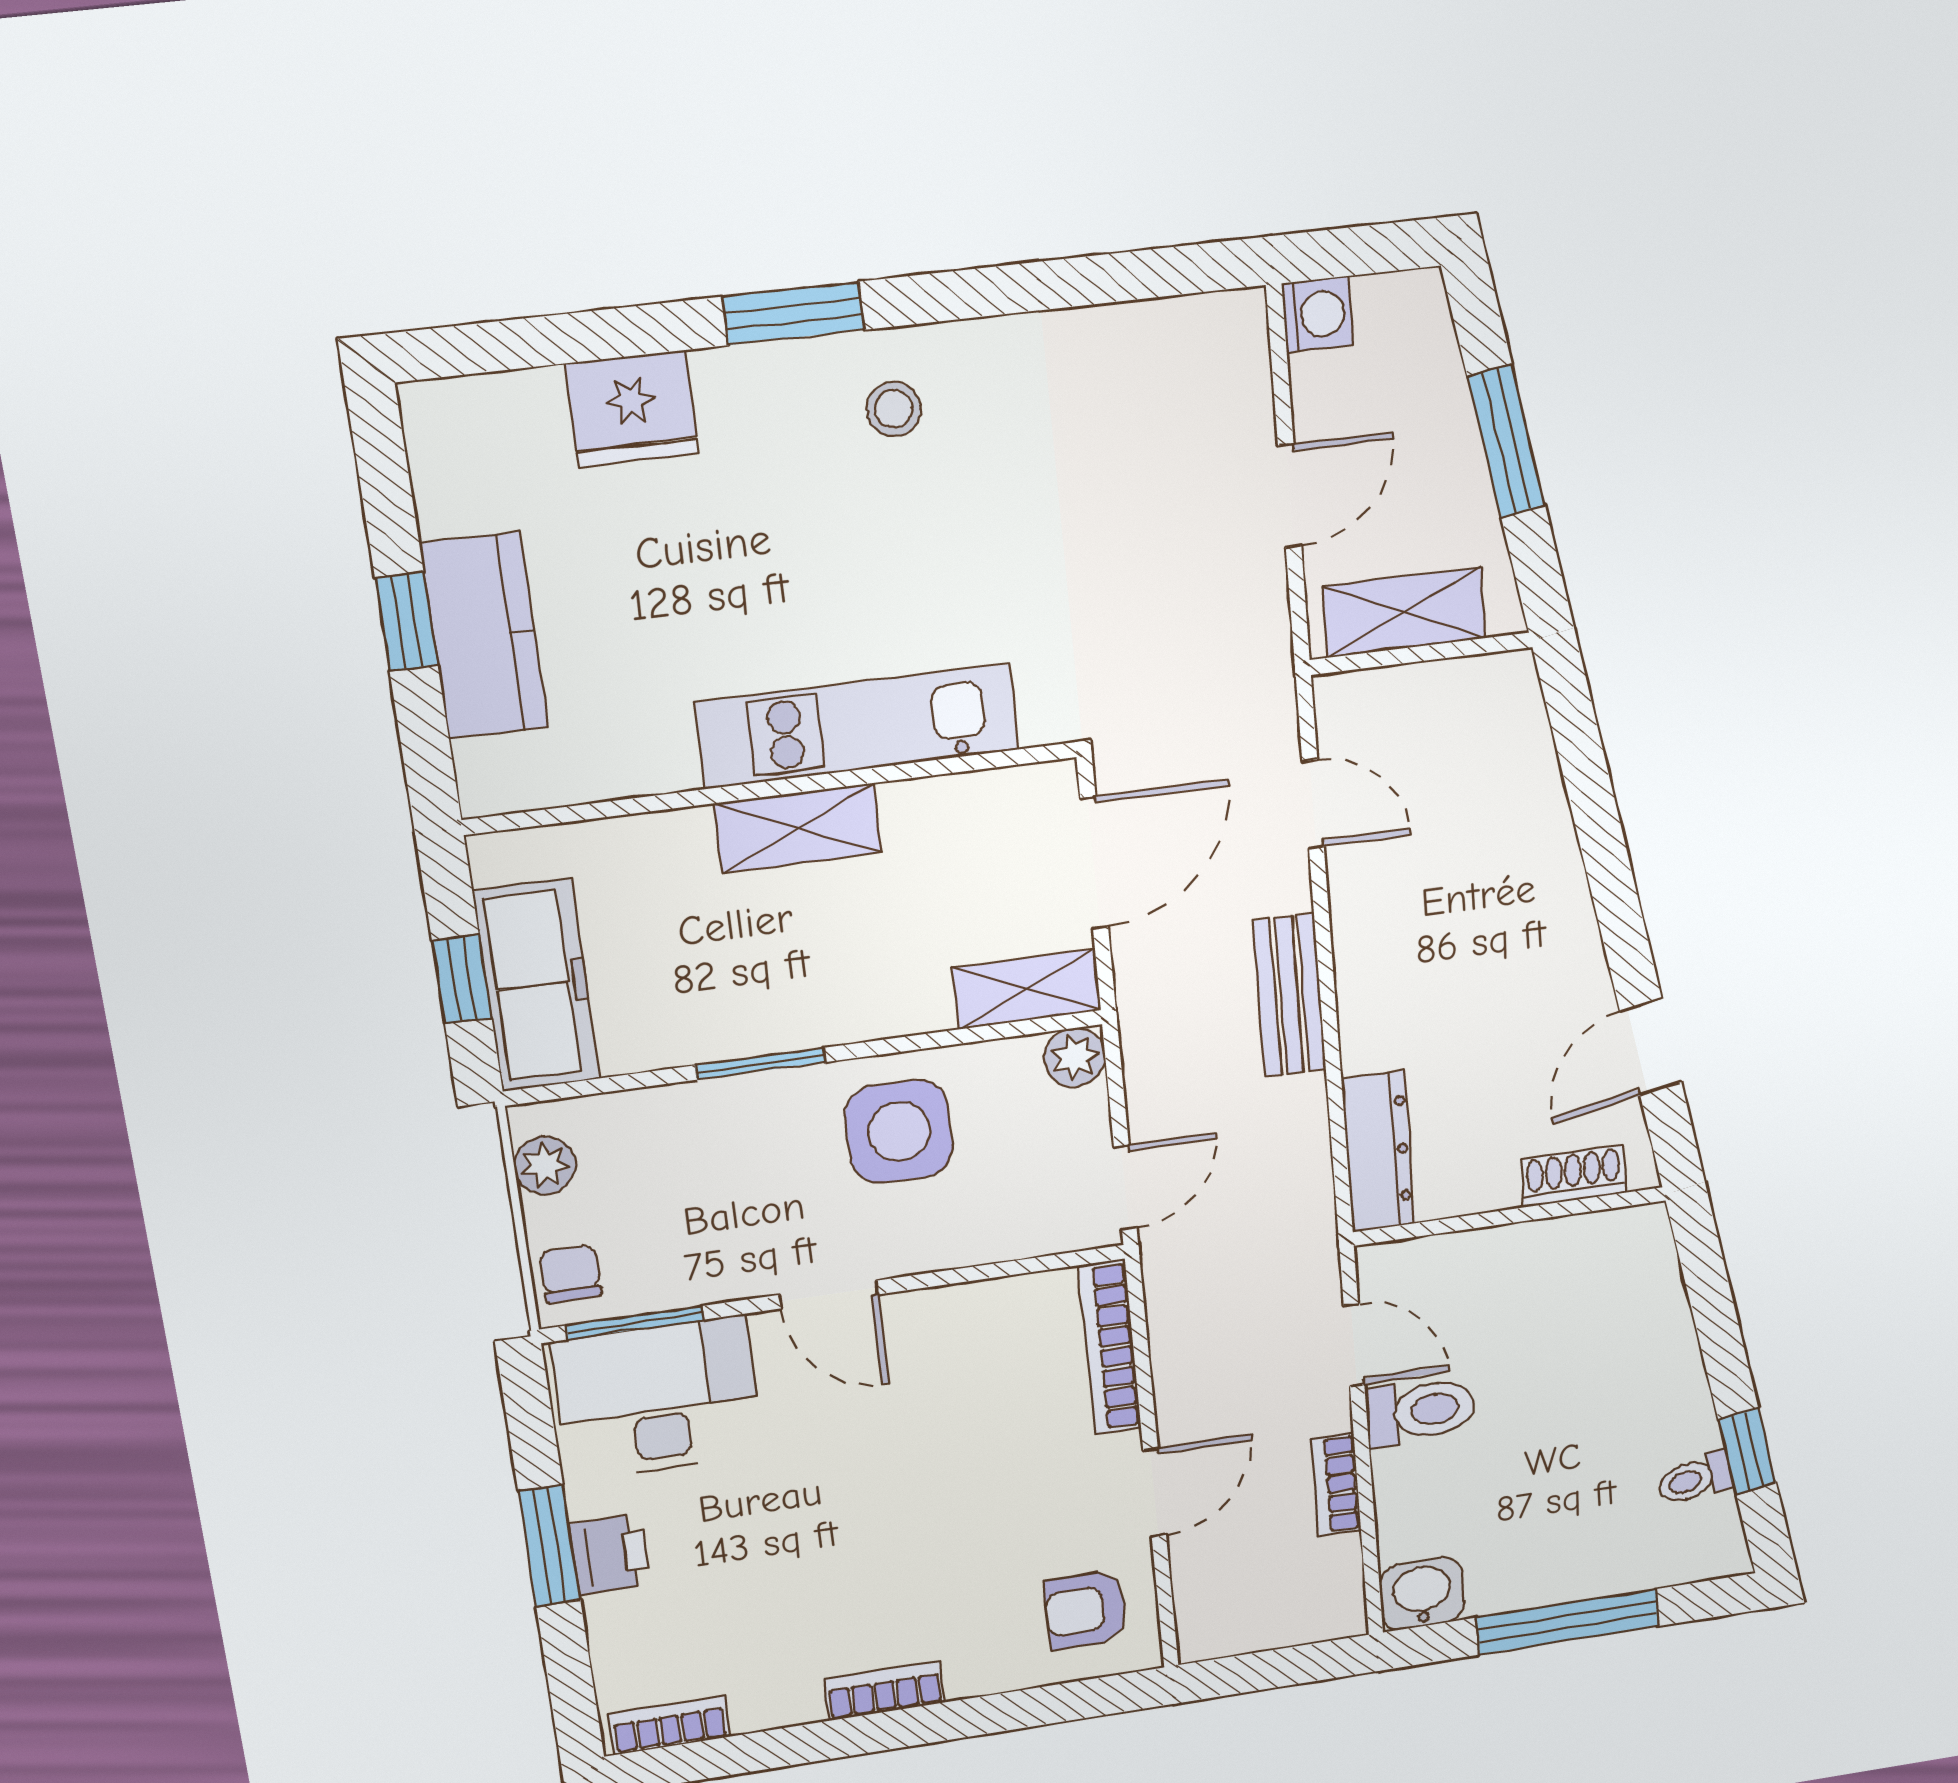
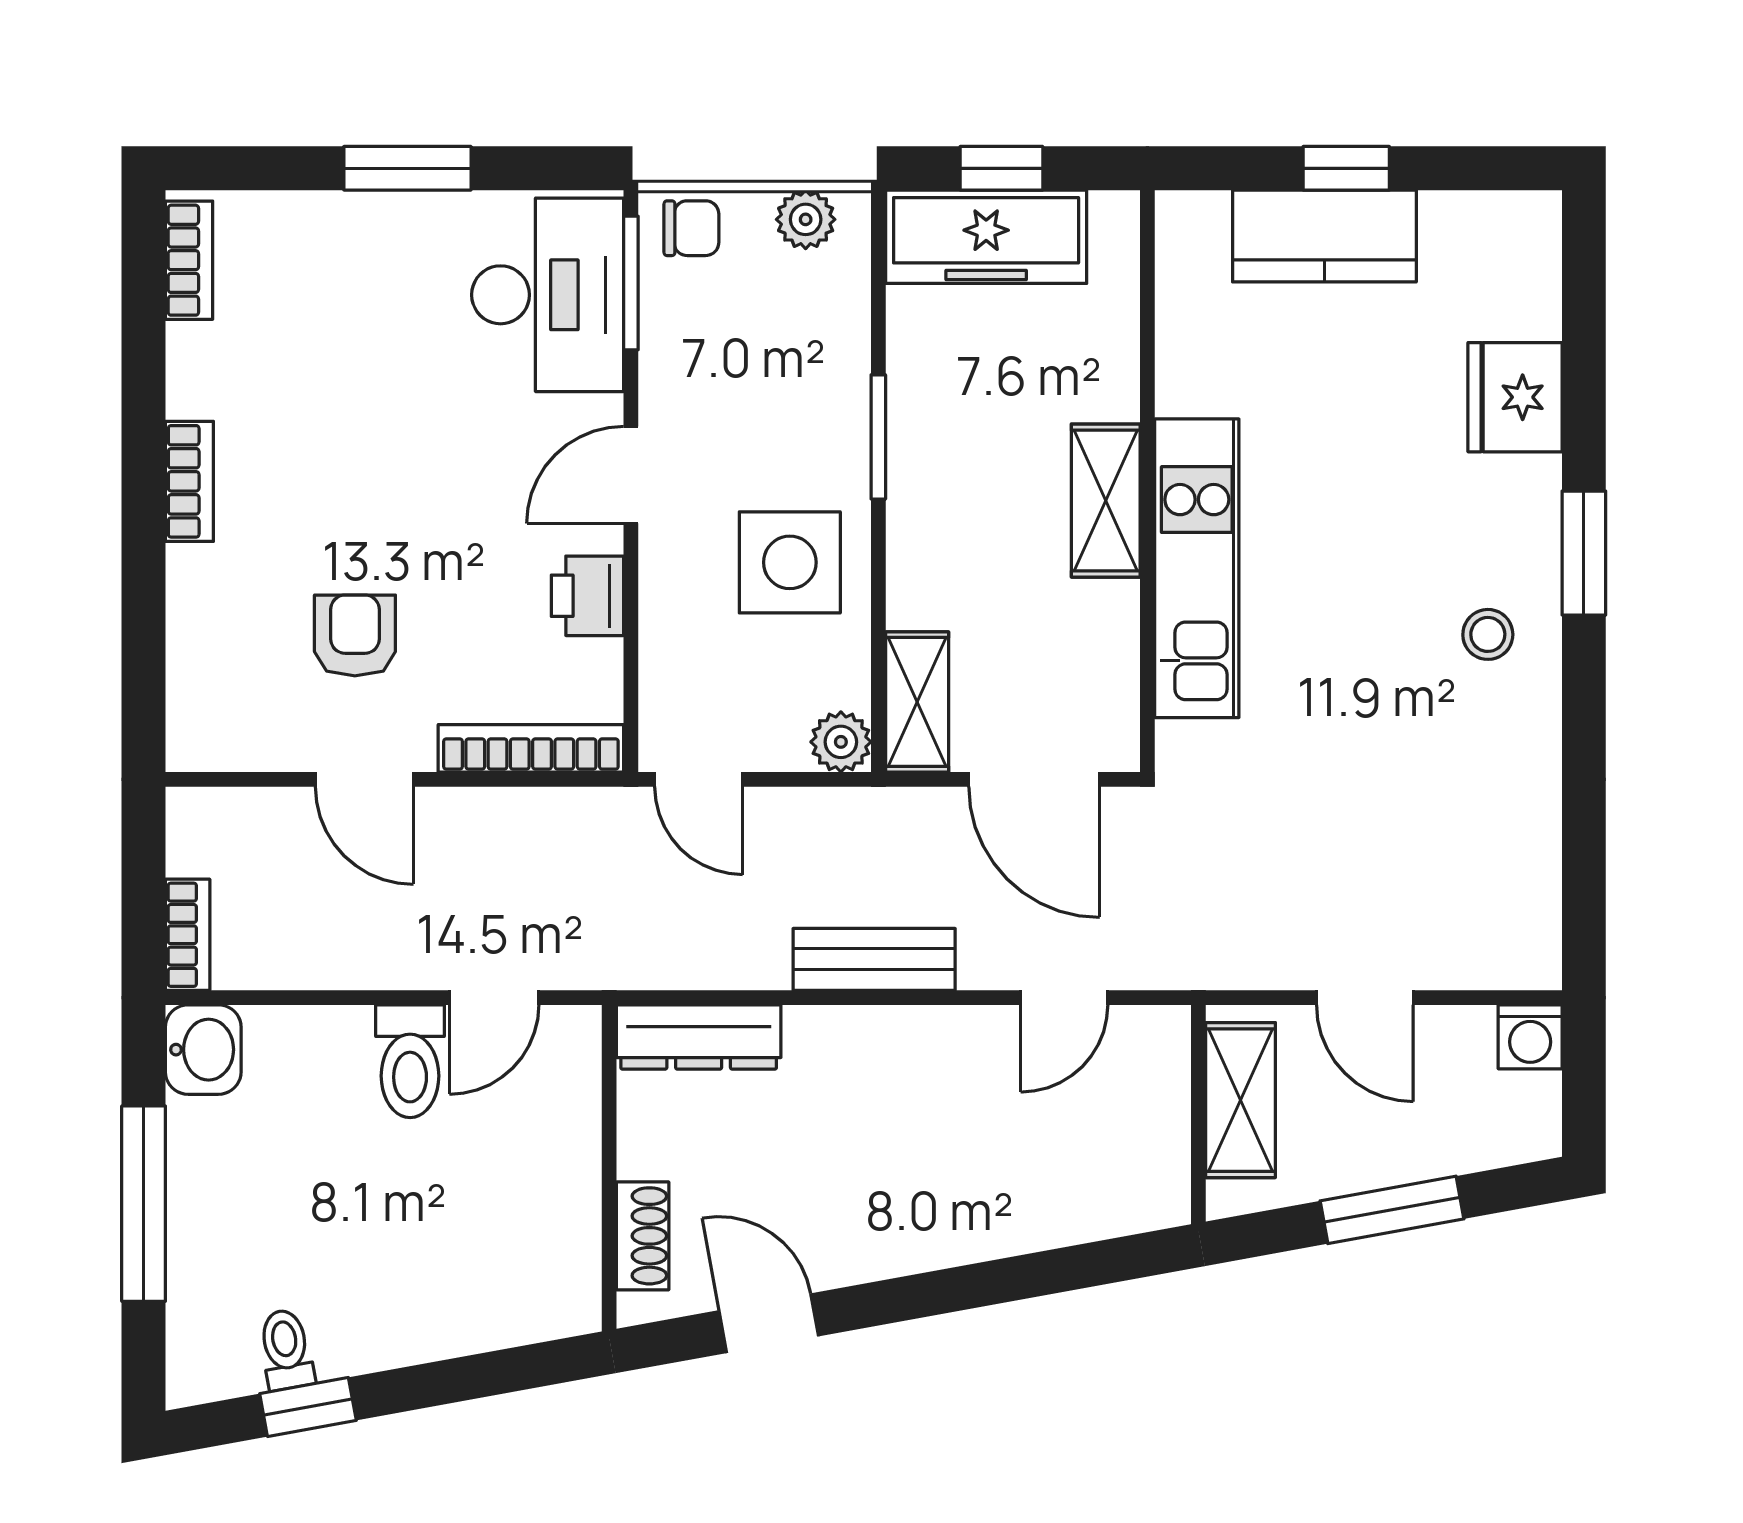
bookcase: (1336, 1484) -> (188, 935), moved, turned 90
printer: (610, 1555) -> (588, 596), moved, turned 90
armchair: (1086, 1610) -> (355, 635), moved

